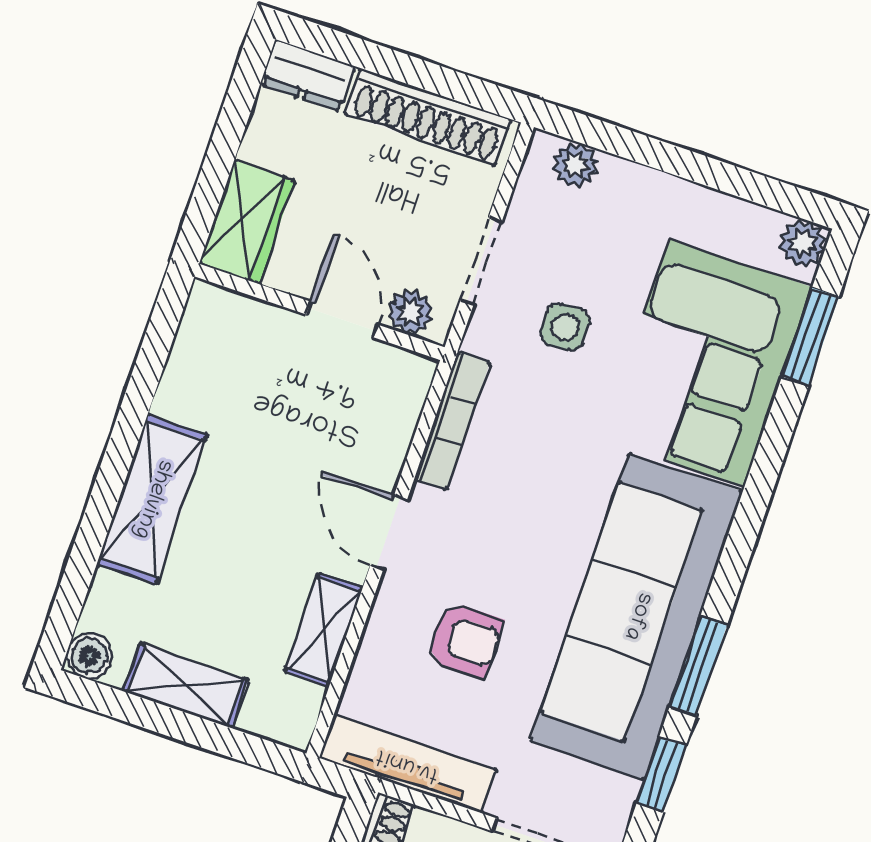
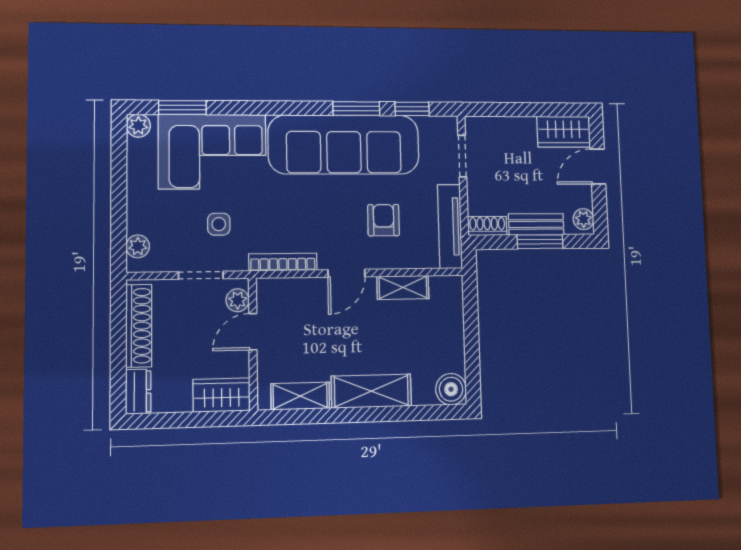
boiler: (89, 656) -> (451, 389), width x1.36, depth x1.36
shelving: (186, 686) -> (300, 396), moved, turned 90

